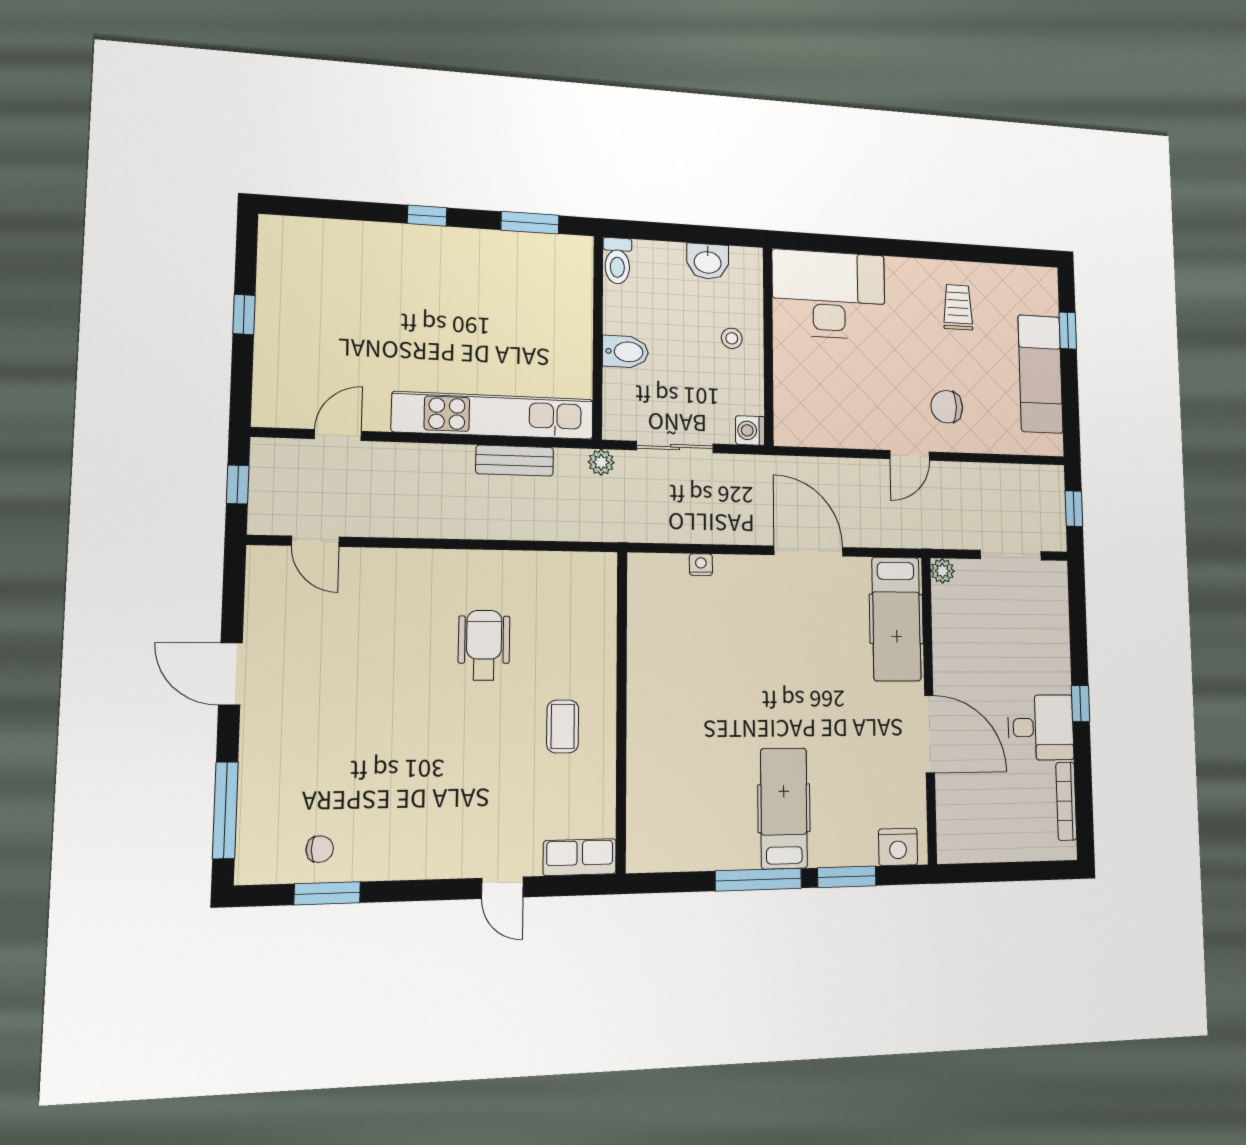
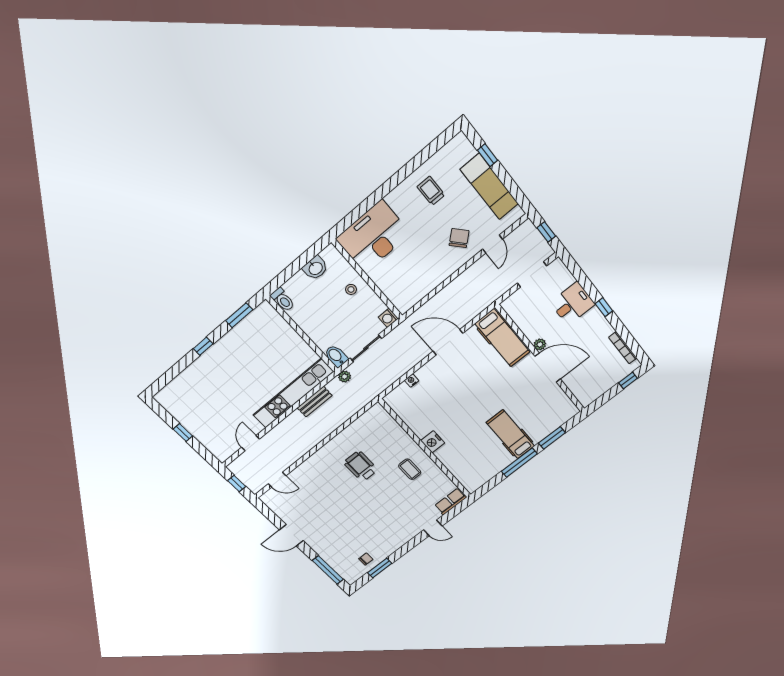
bidet: (625, 352) -> (336, 356), moved, turned -90
chair: (947, 407) -> (459, 238), turned 138
door: (910, 455) -> (493, 244), moved
plant: (942, 571) -> (540, 344), moved
desk: (1041, 727) -> (572, 304), moved
nightstand: (898, 847) -> (433, 442), moved, turned 90
window: (1038, 871) -> (628, 380), added

